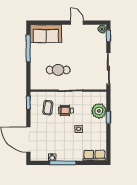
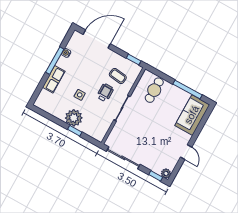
door: (77, 23) -> (186, 152), hinge flipped
cafe table: (58, 70) -> (154, 90), moved
plant: (99, 111) -> (74, 118), moved
row of seats: (94, 155) -> (54, 79), moved

